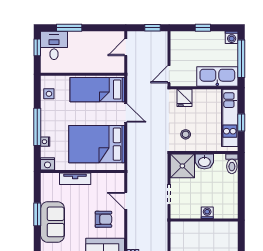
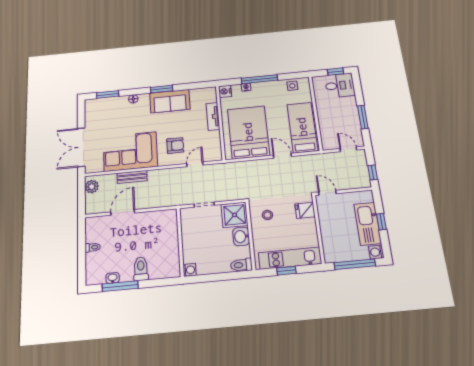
window: (69, 28) -> (363, 117), moved
kitchen sink: (217, 77) -> (368, 224), moved, turned 180
door: (126, 113) -> (282, 156), swing flipped
washing machine: (207, 213) -> (190, 270), moved
window: (37, 214) -> (162, 89), moved
armchair: (103, 219) -> (175, 146), turned -90

